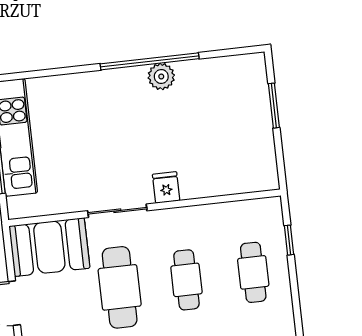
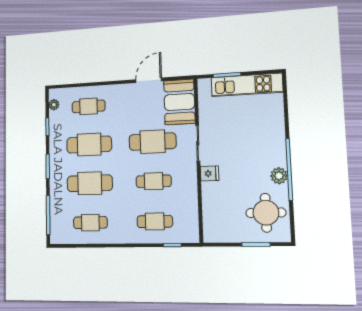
round table: (222, 93) -> (266, 213), added

